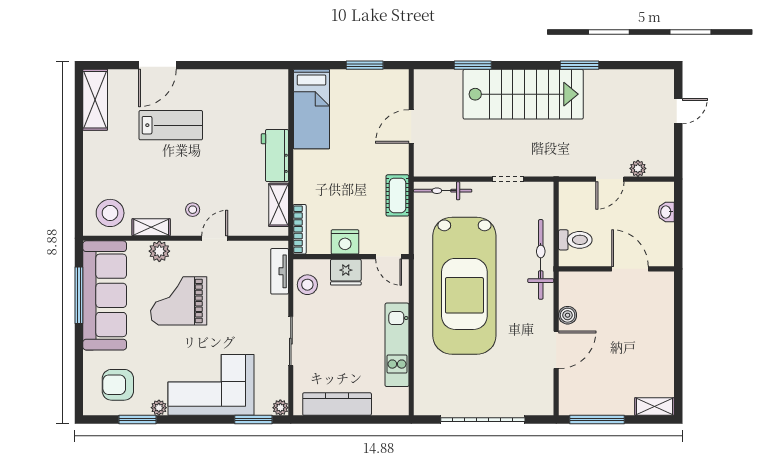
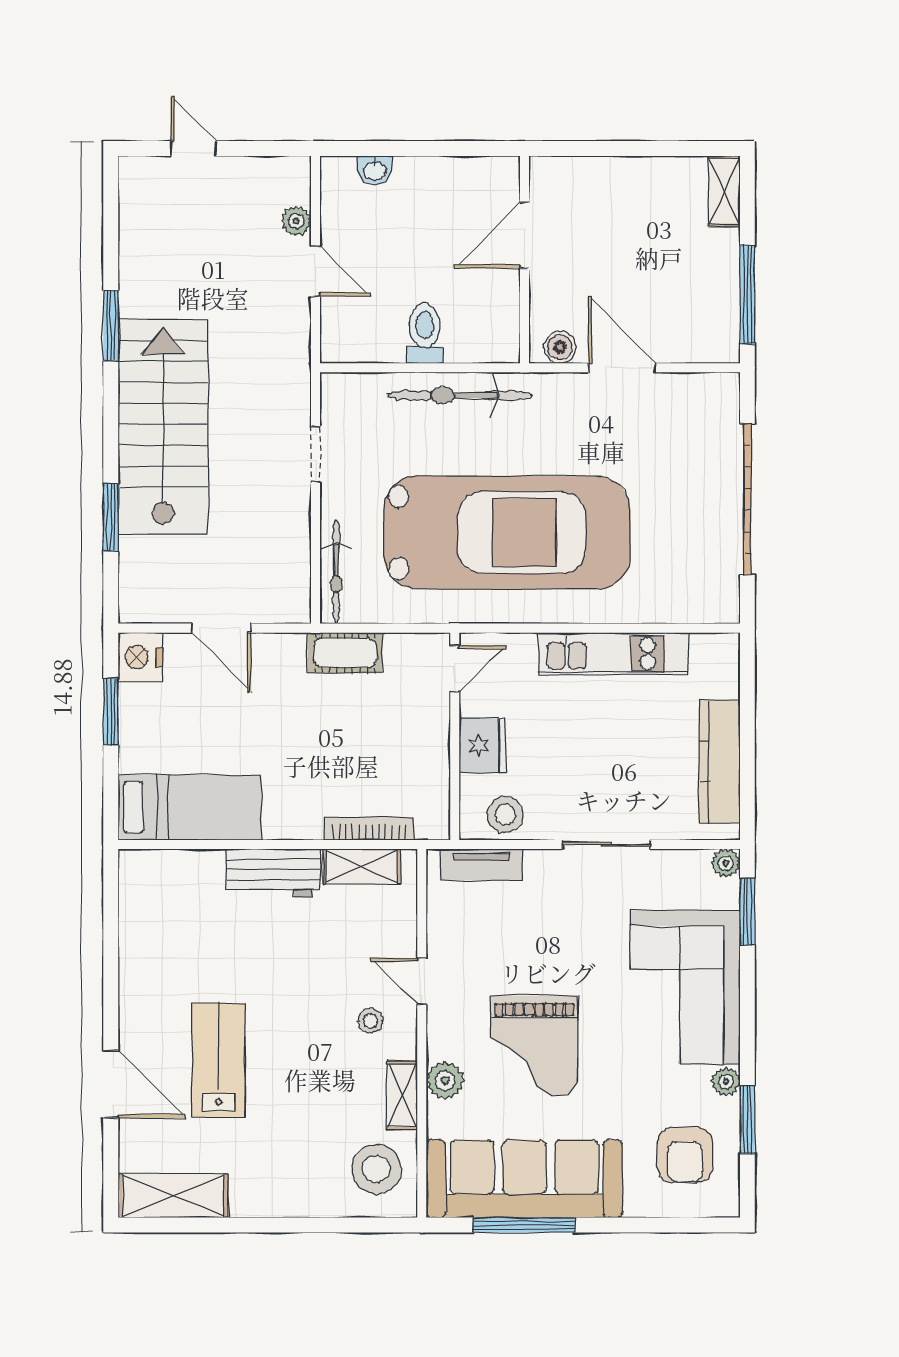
bookcase: (300, 229) -> (369, 829), moved
nightstand: (345, 242) -> (140, 657), moved, turned 180
wall: (616, 269) -> (524, 260), moved
door: (630, 269) -> (524, 235), moved

